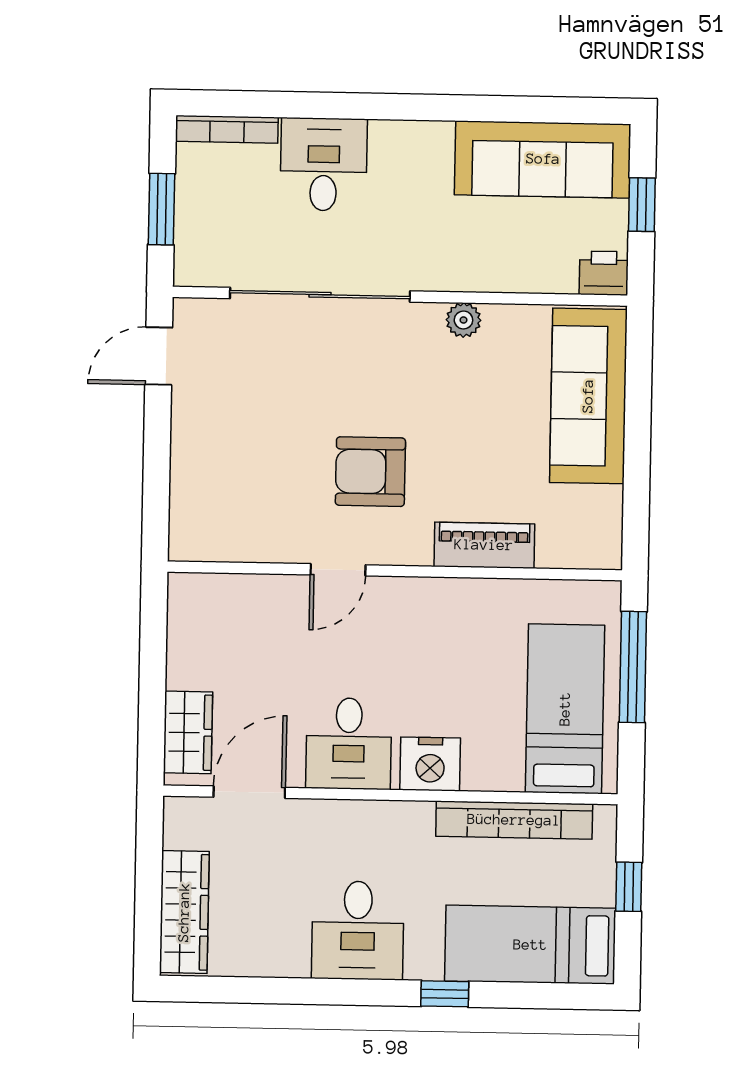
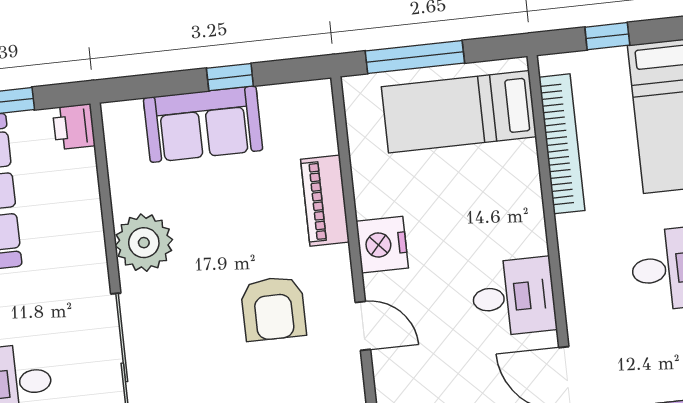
plant: (463, 320) -> (144, 243), width x1.87, depth x1.87
sofa: (588, 396) -> (203, 124), width x0.73
window: (637, 456) -> (230, 77), added
nightstand: (430, 764) -> (382, 245), moved, turned 180

